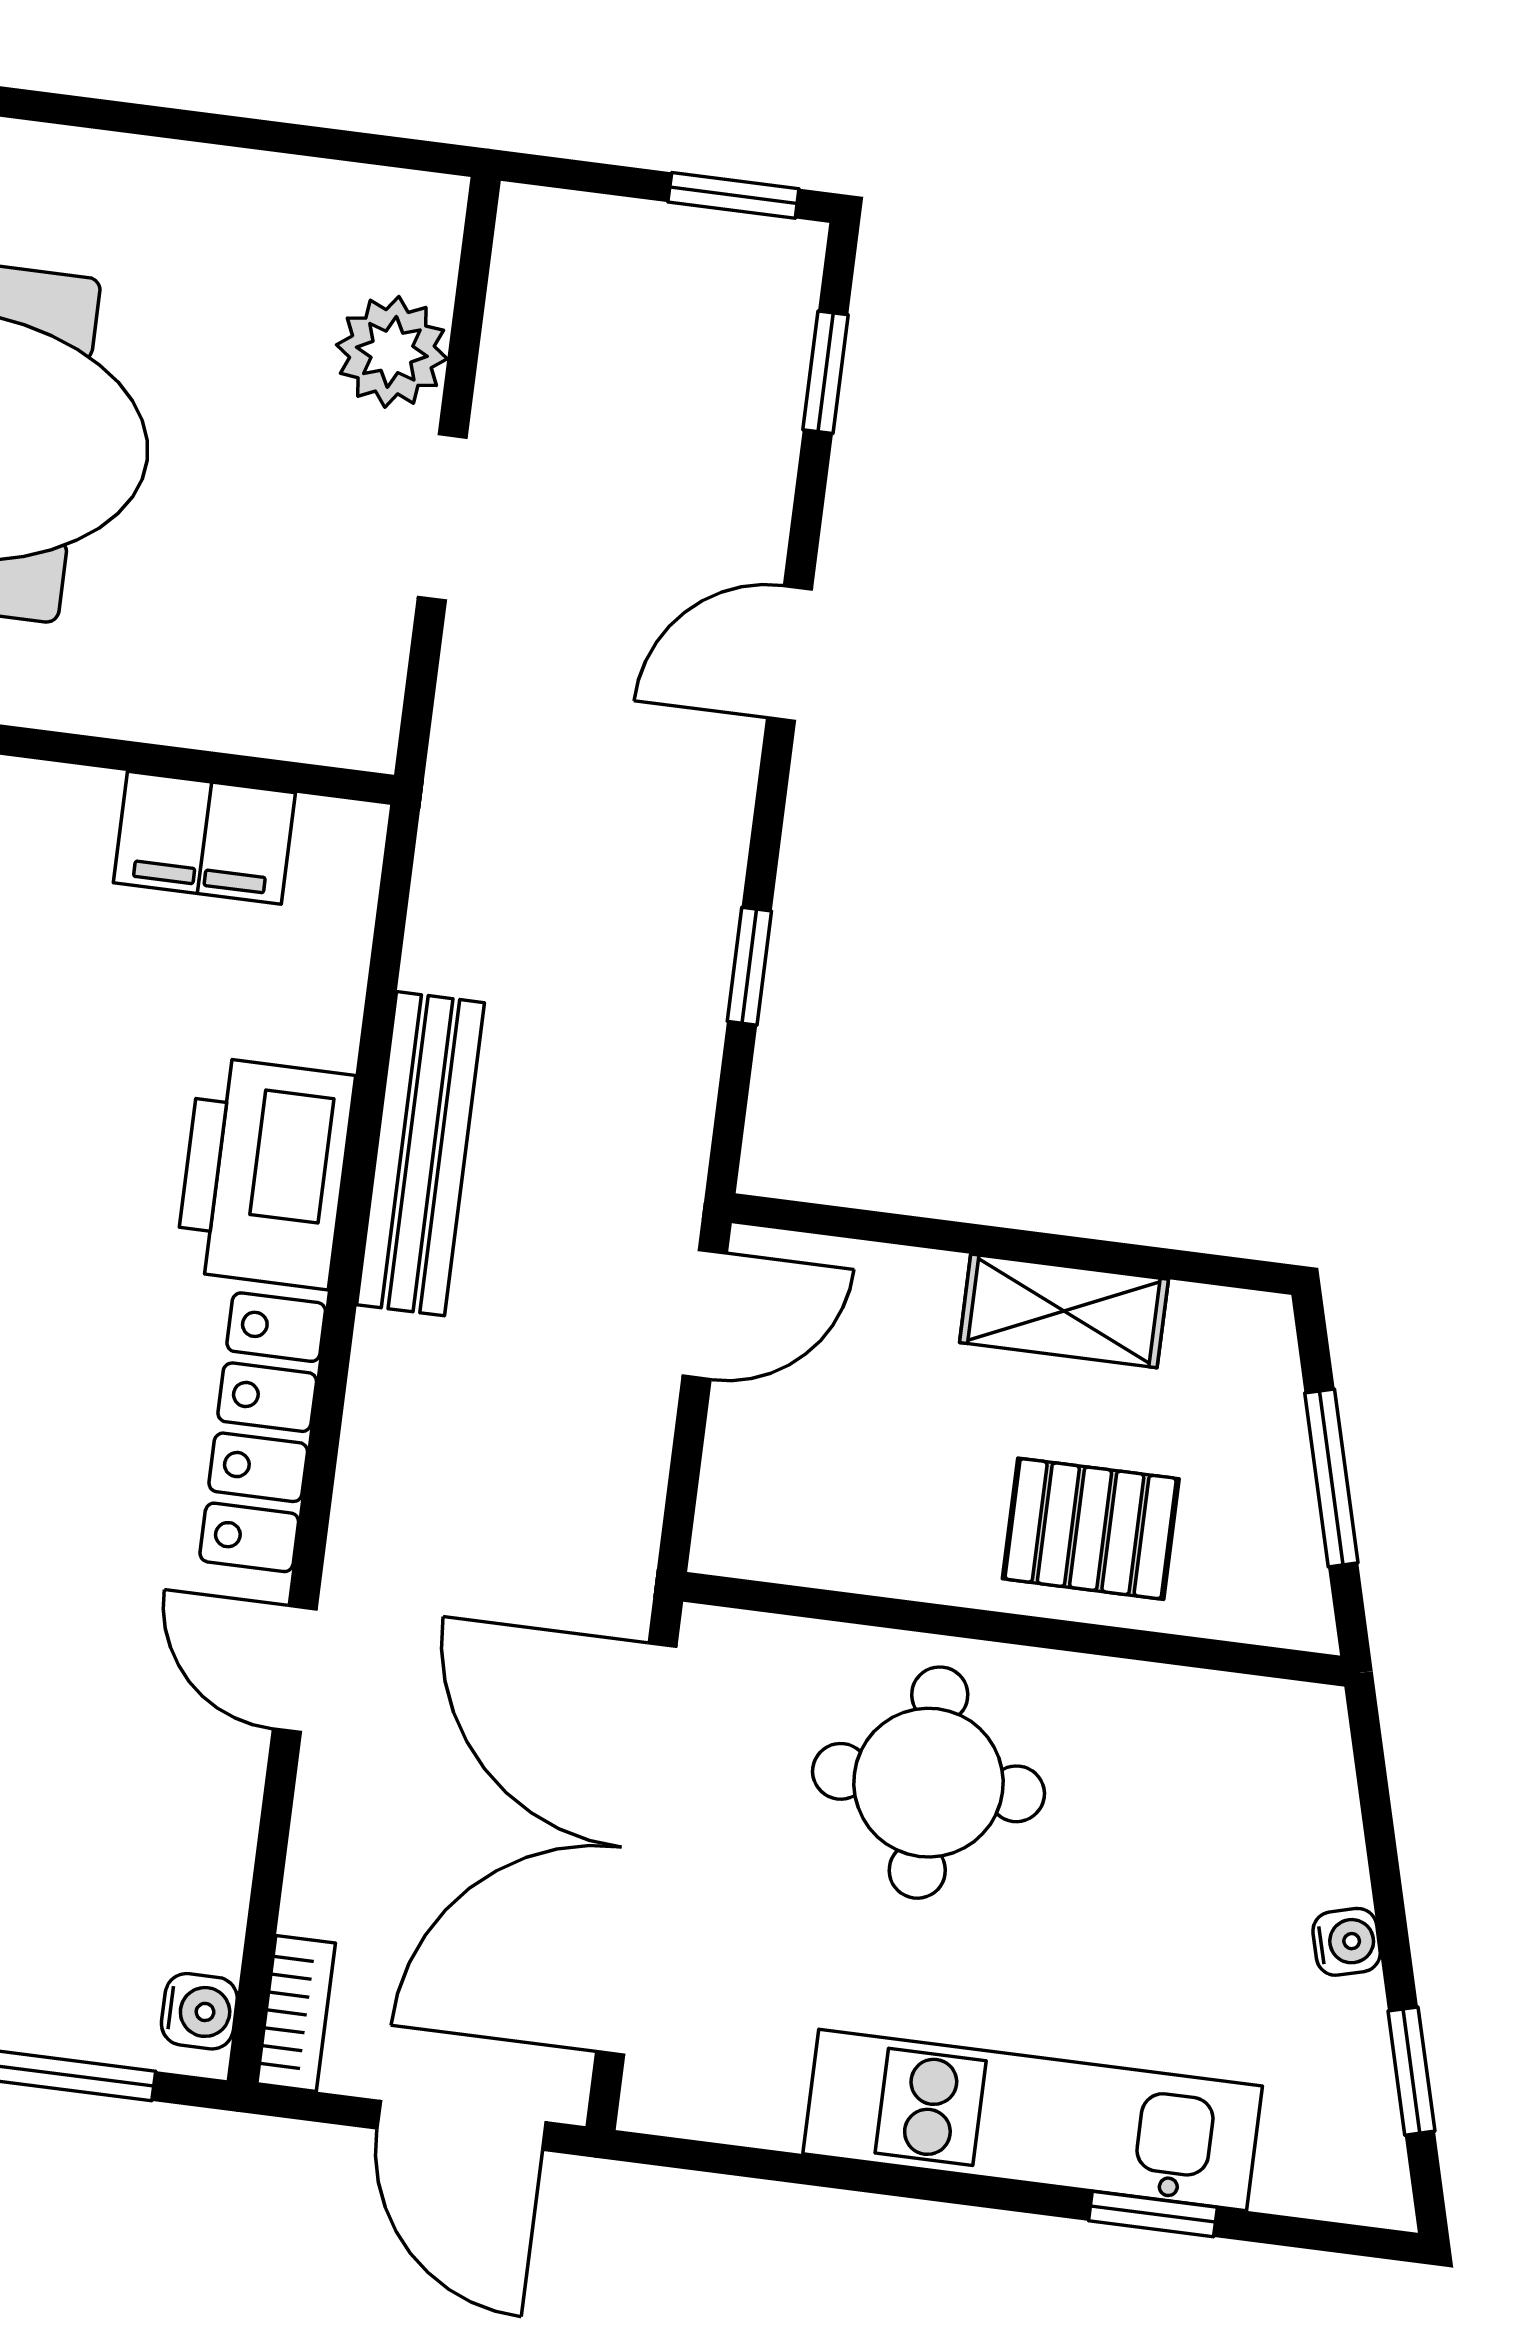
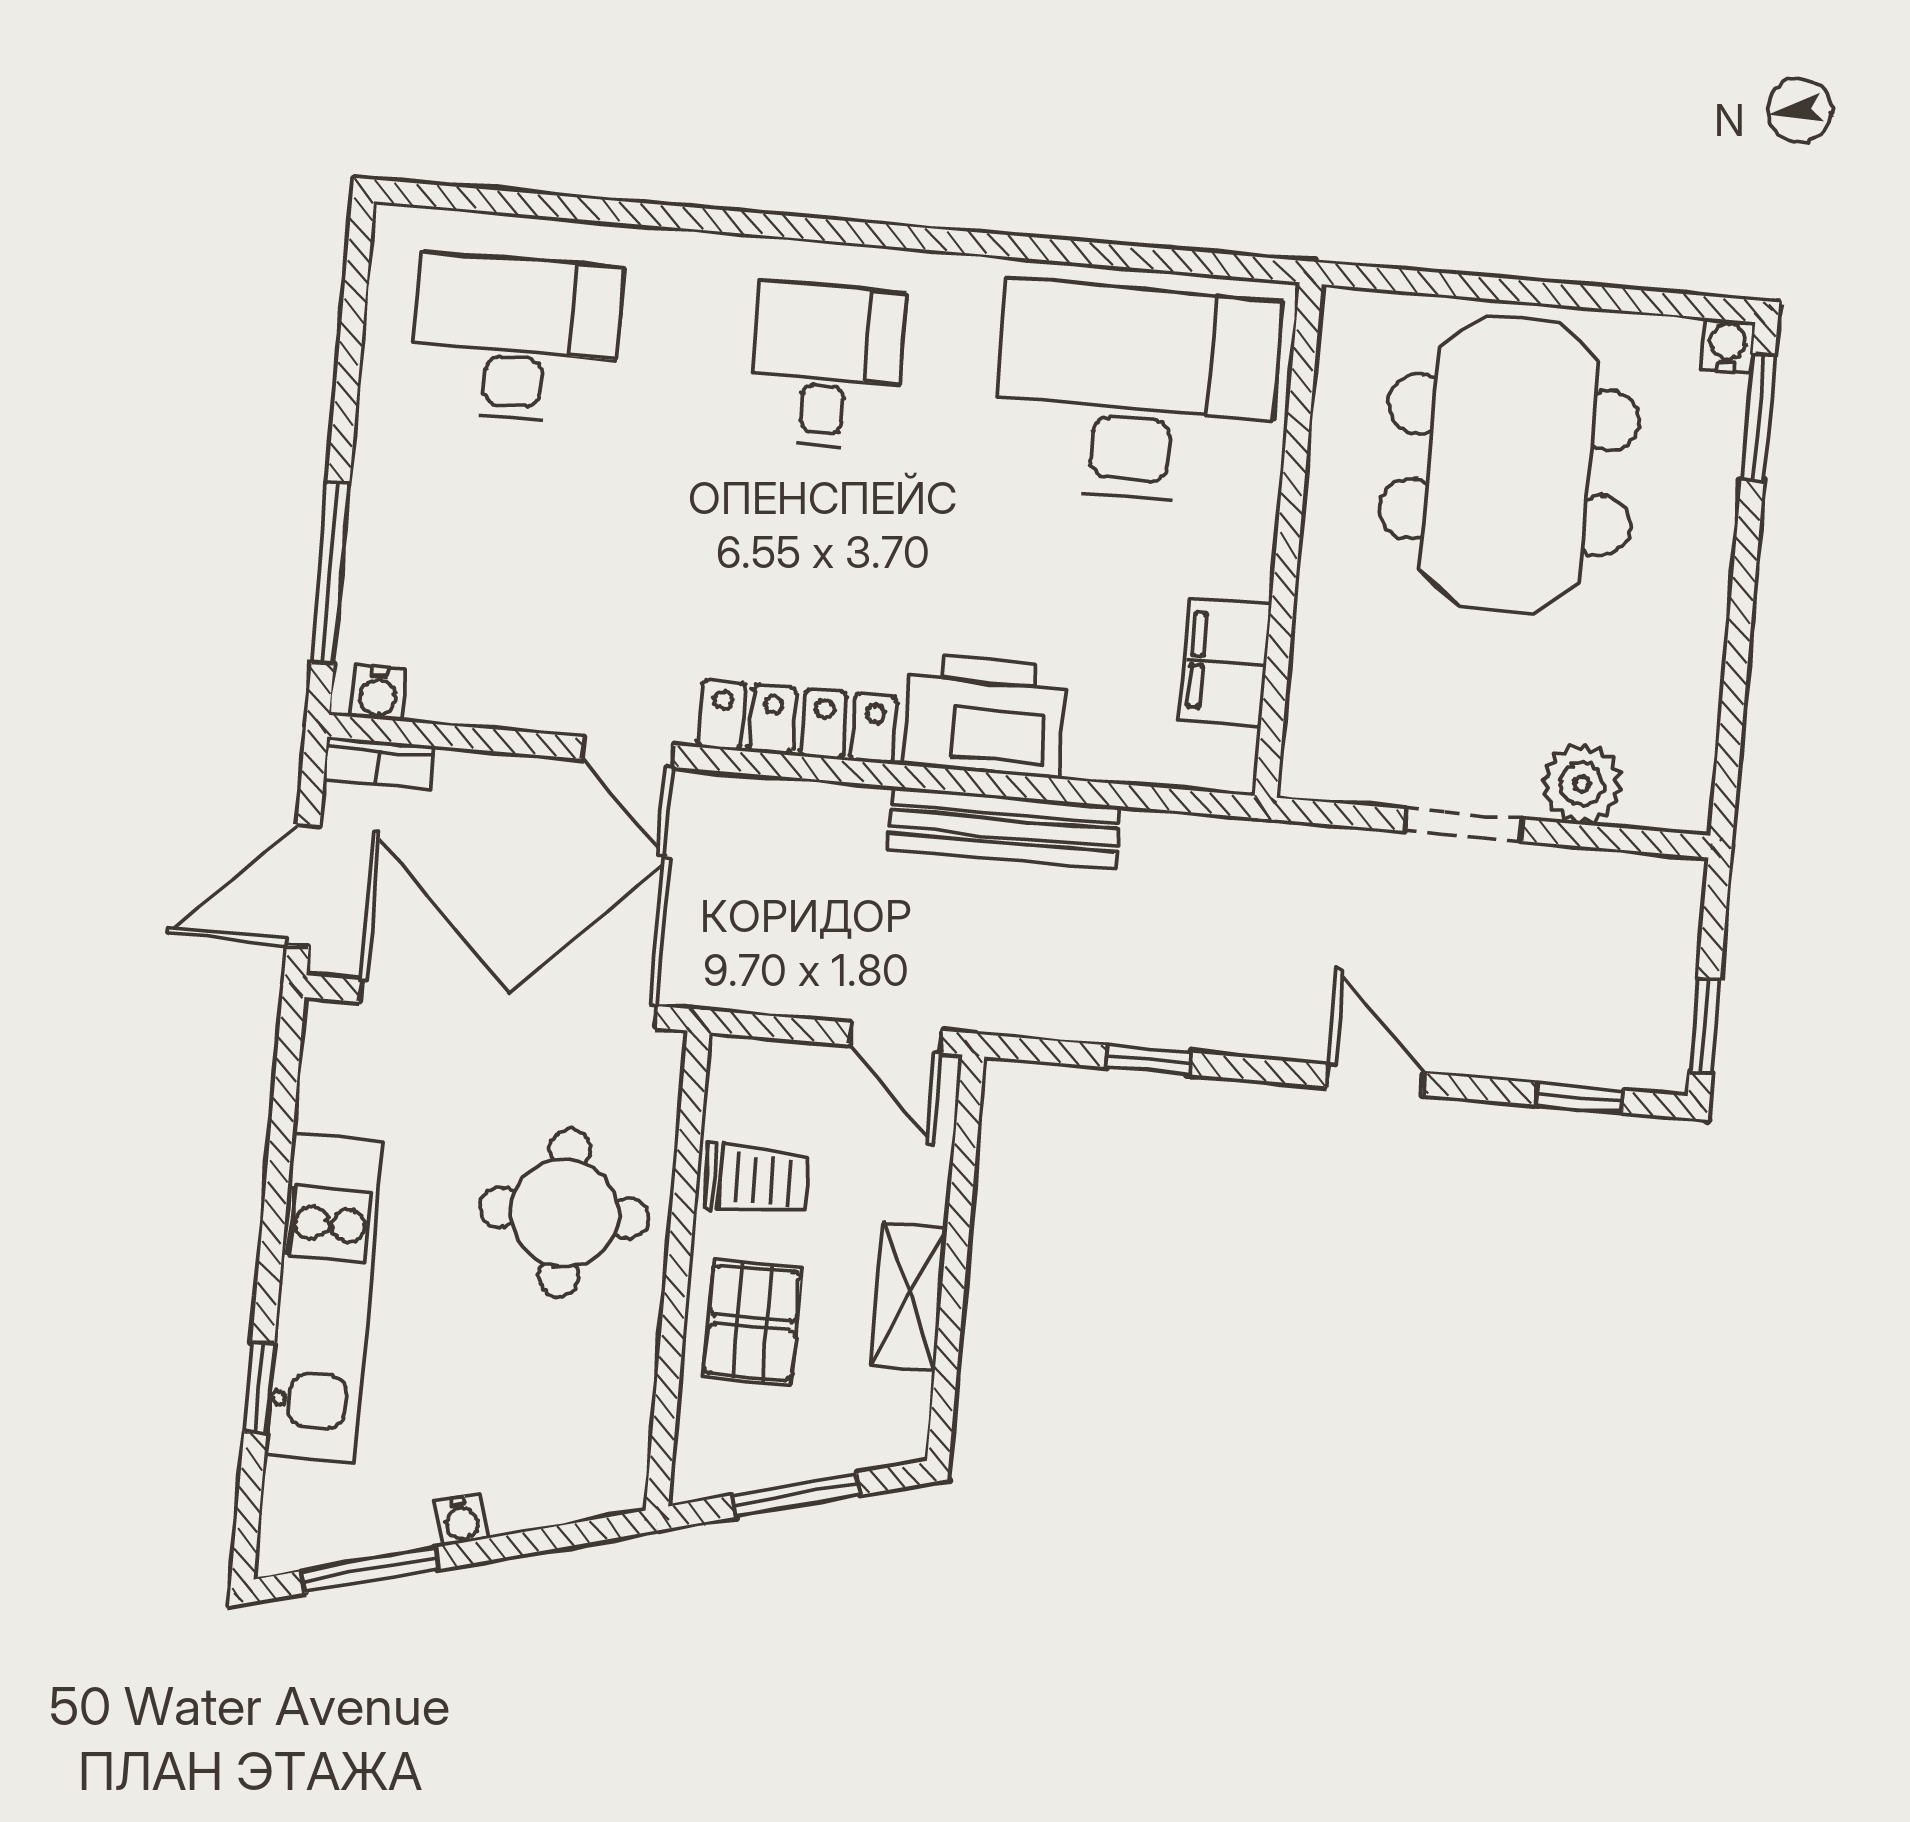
trolley: (892, 1515) -> (757, 1179), added
door: (295, 1669) -> (628, 752), swing flipped
window: (1411, 2071) -> (370, 1570), width x1.50

